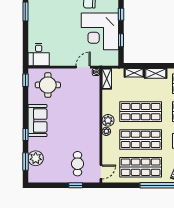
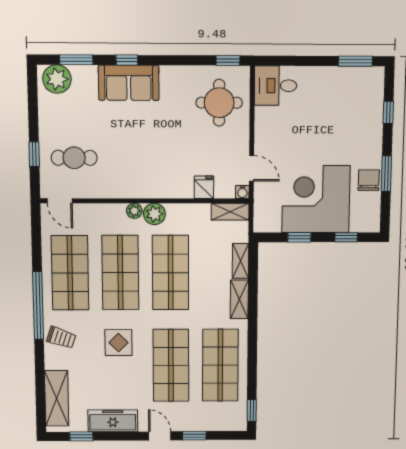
fridge: (93, 93) -> (204, 187), added
sofa: (37, 121) -> (129, 83), moved
plant: (36, 158) -> (57, 79), moved

